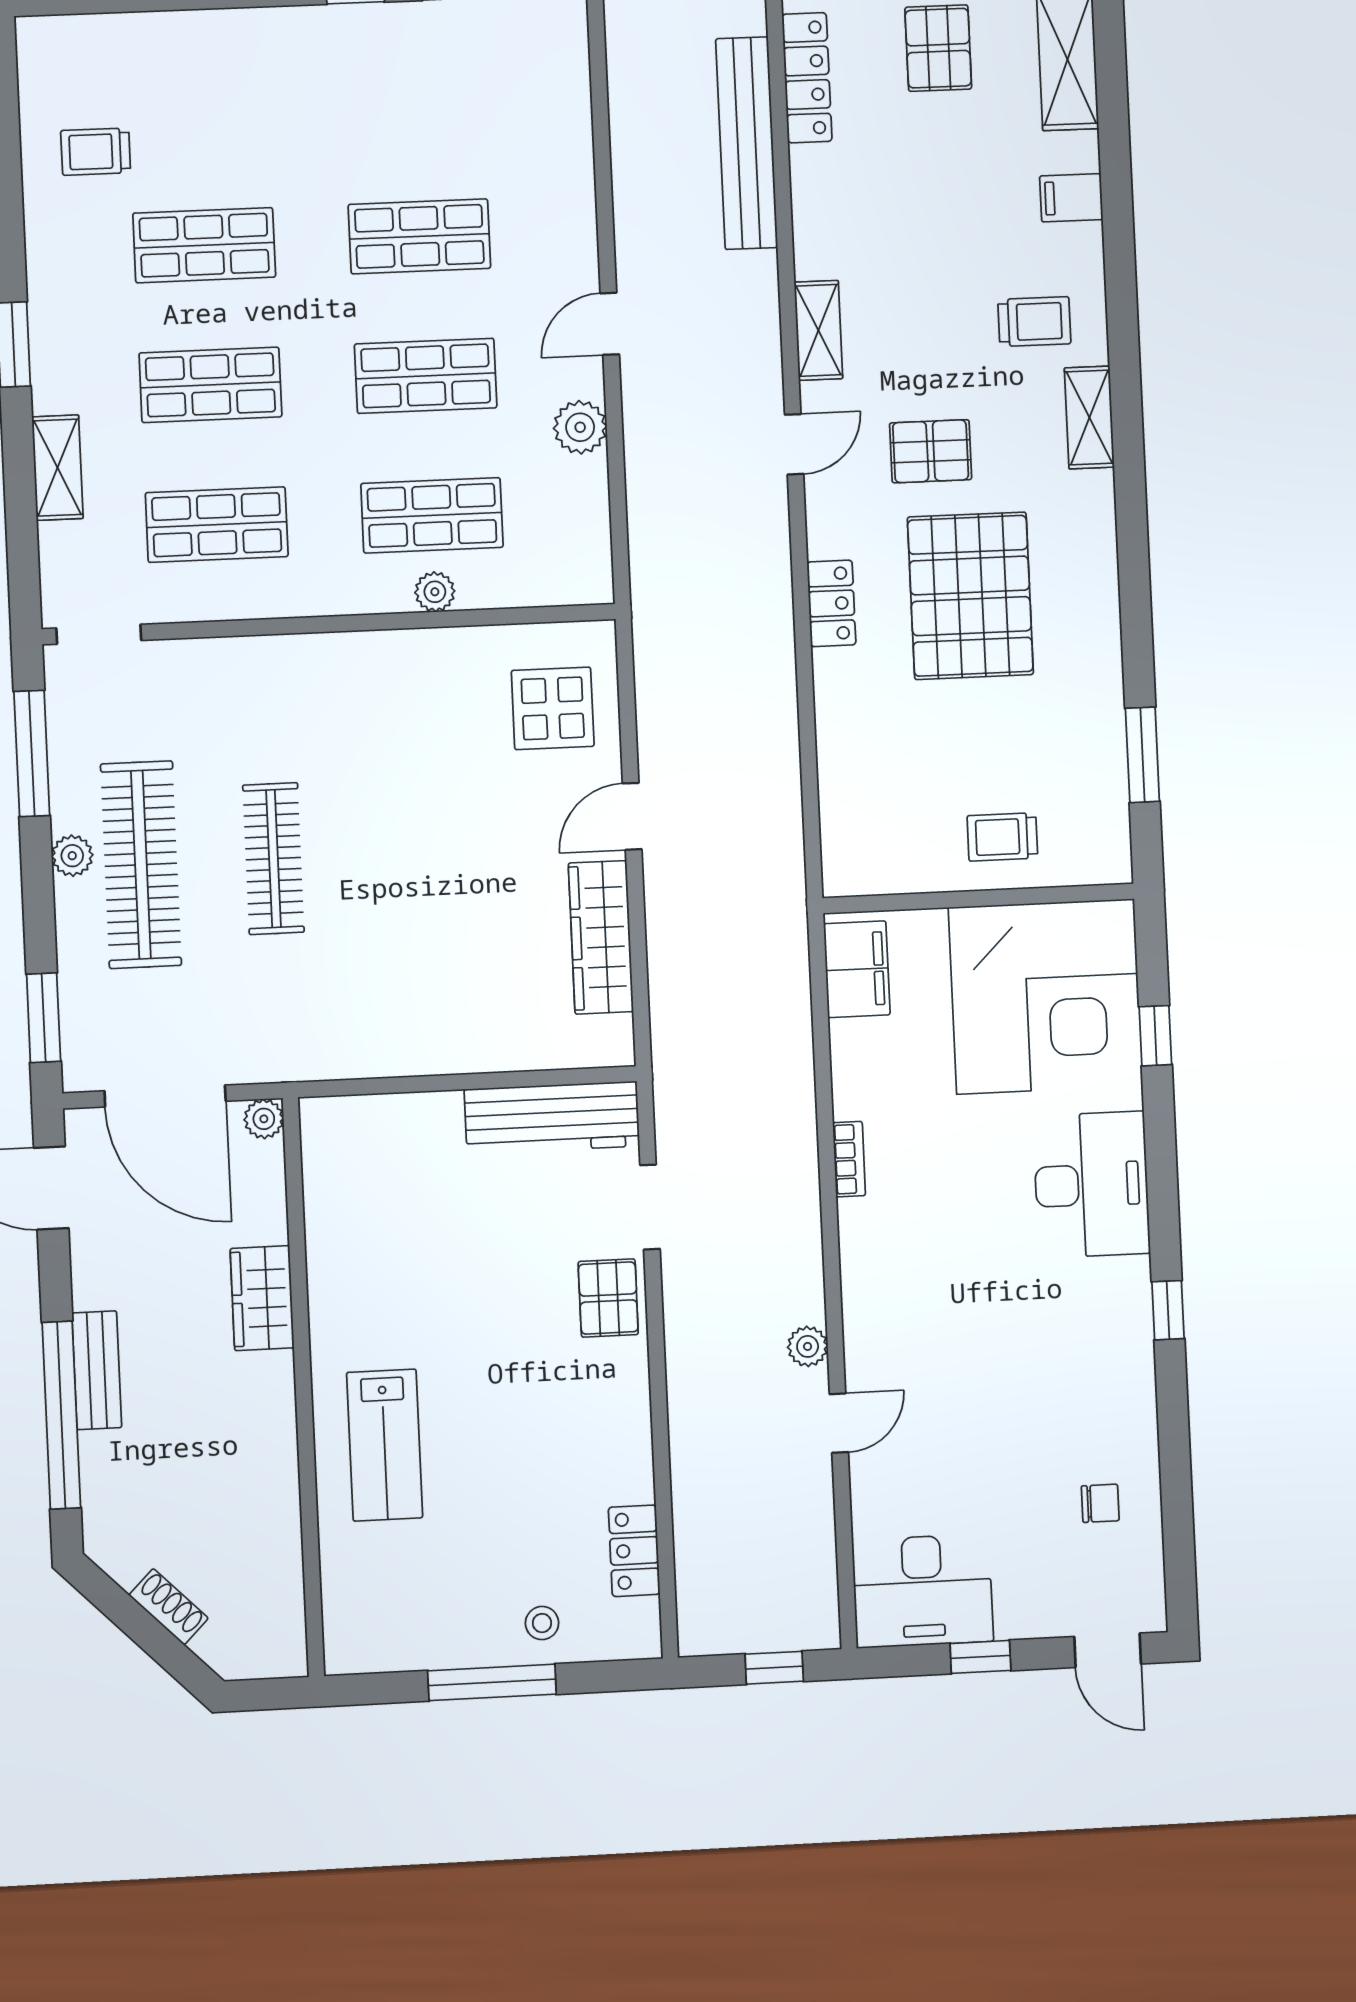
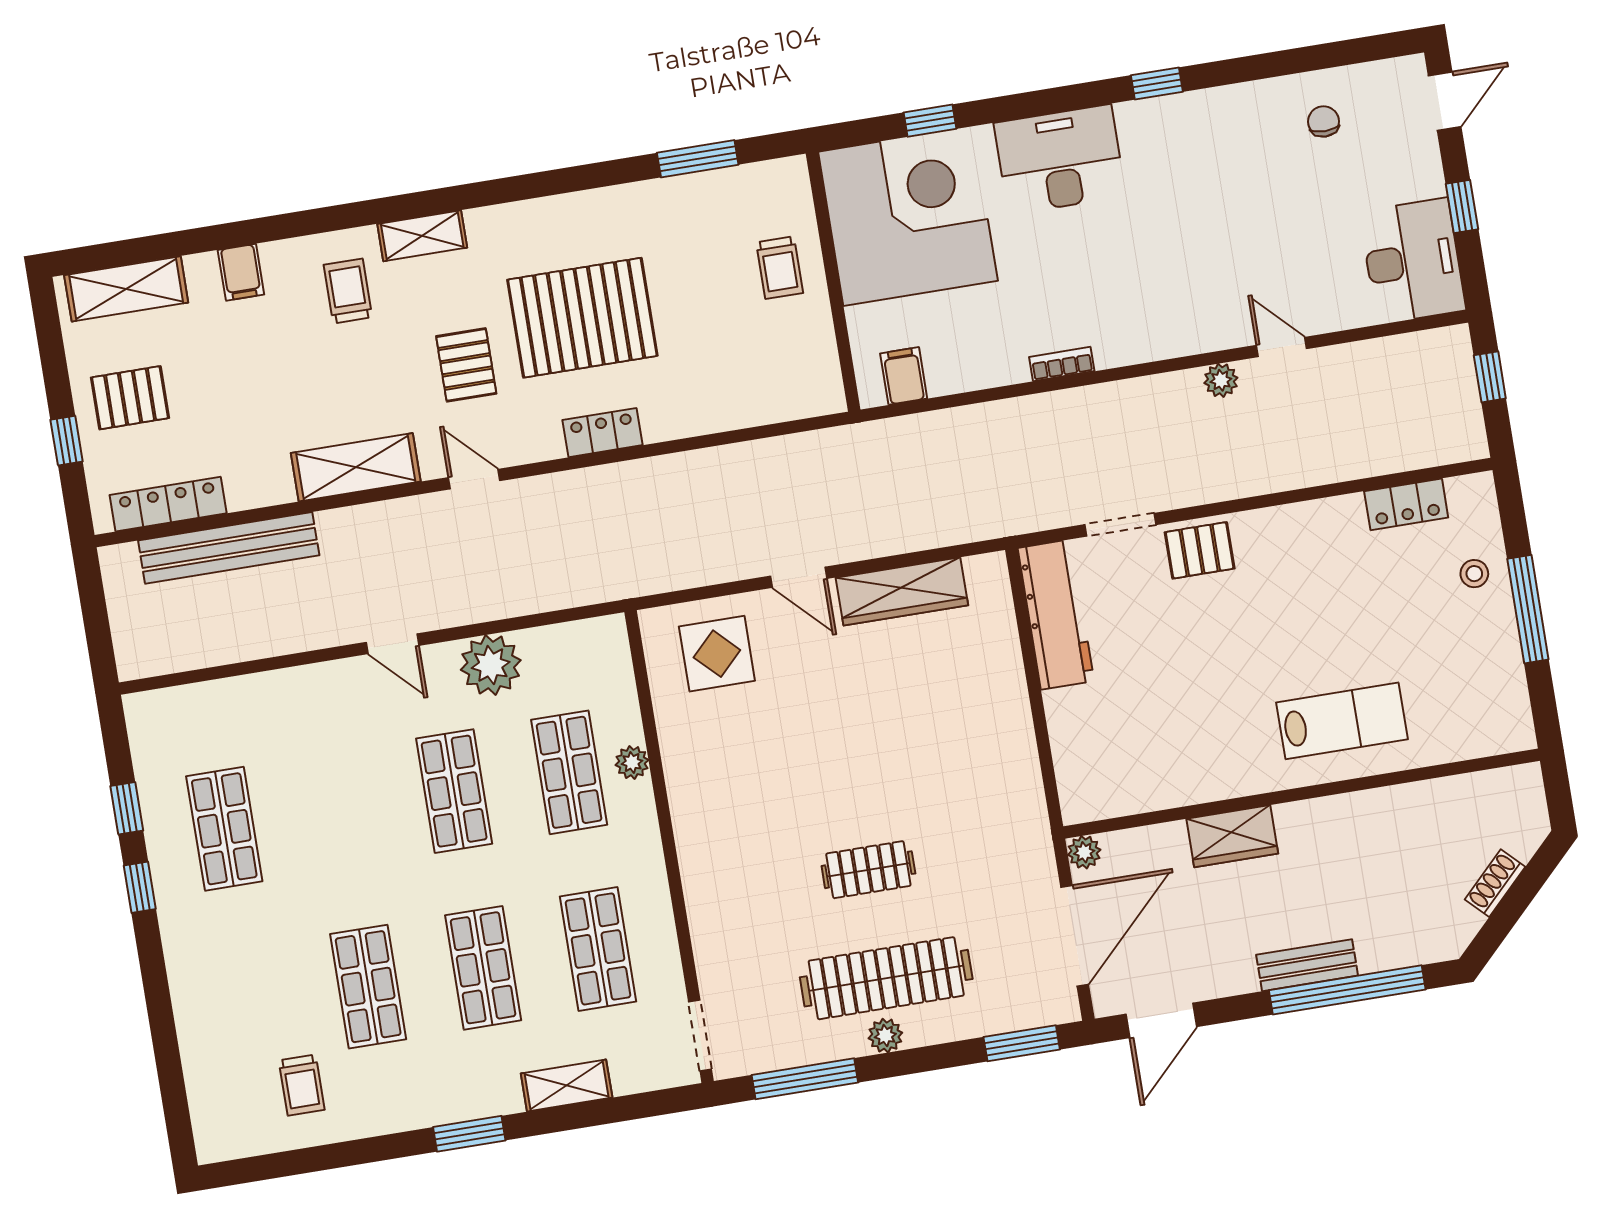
shop shelf: (419, 236) -> (224, 829), moved
shelving: (818, 330) -> (356, 467), width x1.50, depth x1.33
plant: (580, 427) -> (491, 665), width x1.36, depth x1.36
clothes rail: (273, 859) -> (868, 870), width x0.73
filing cabinet: (857, 969) -> (904, 376), width x0.50

